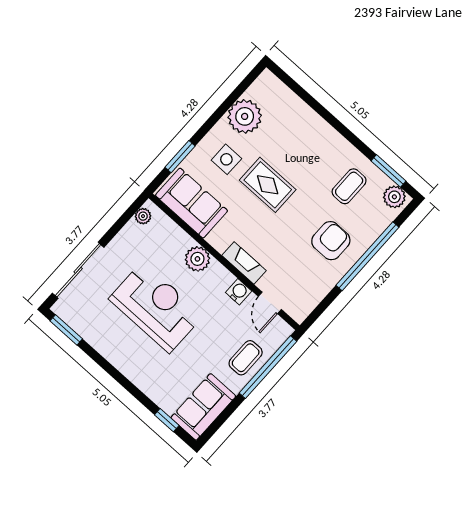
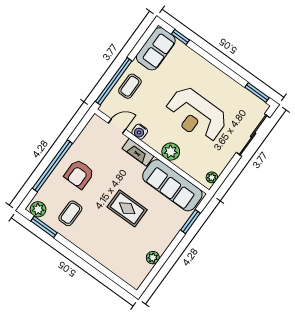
plant: (245, 116) -> (153, 258), width x0.53, depth x0.53
side table: (226, 159) -> (158, 223), removed
sofa: (192, 203) -> (172, 185), width x1.36
door: (270, 303) -> (117, 126), hinge flipped

